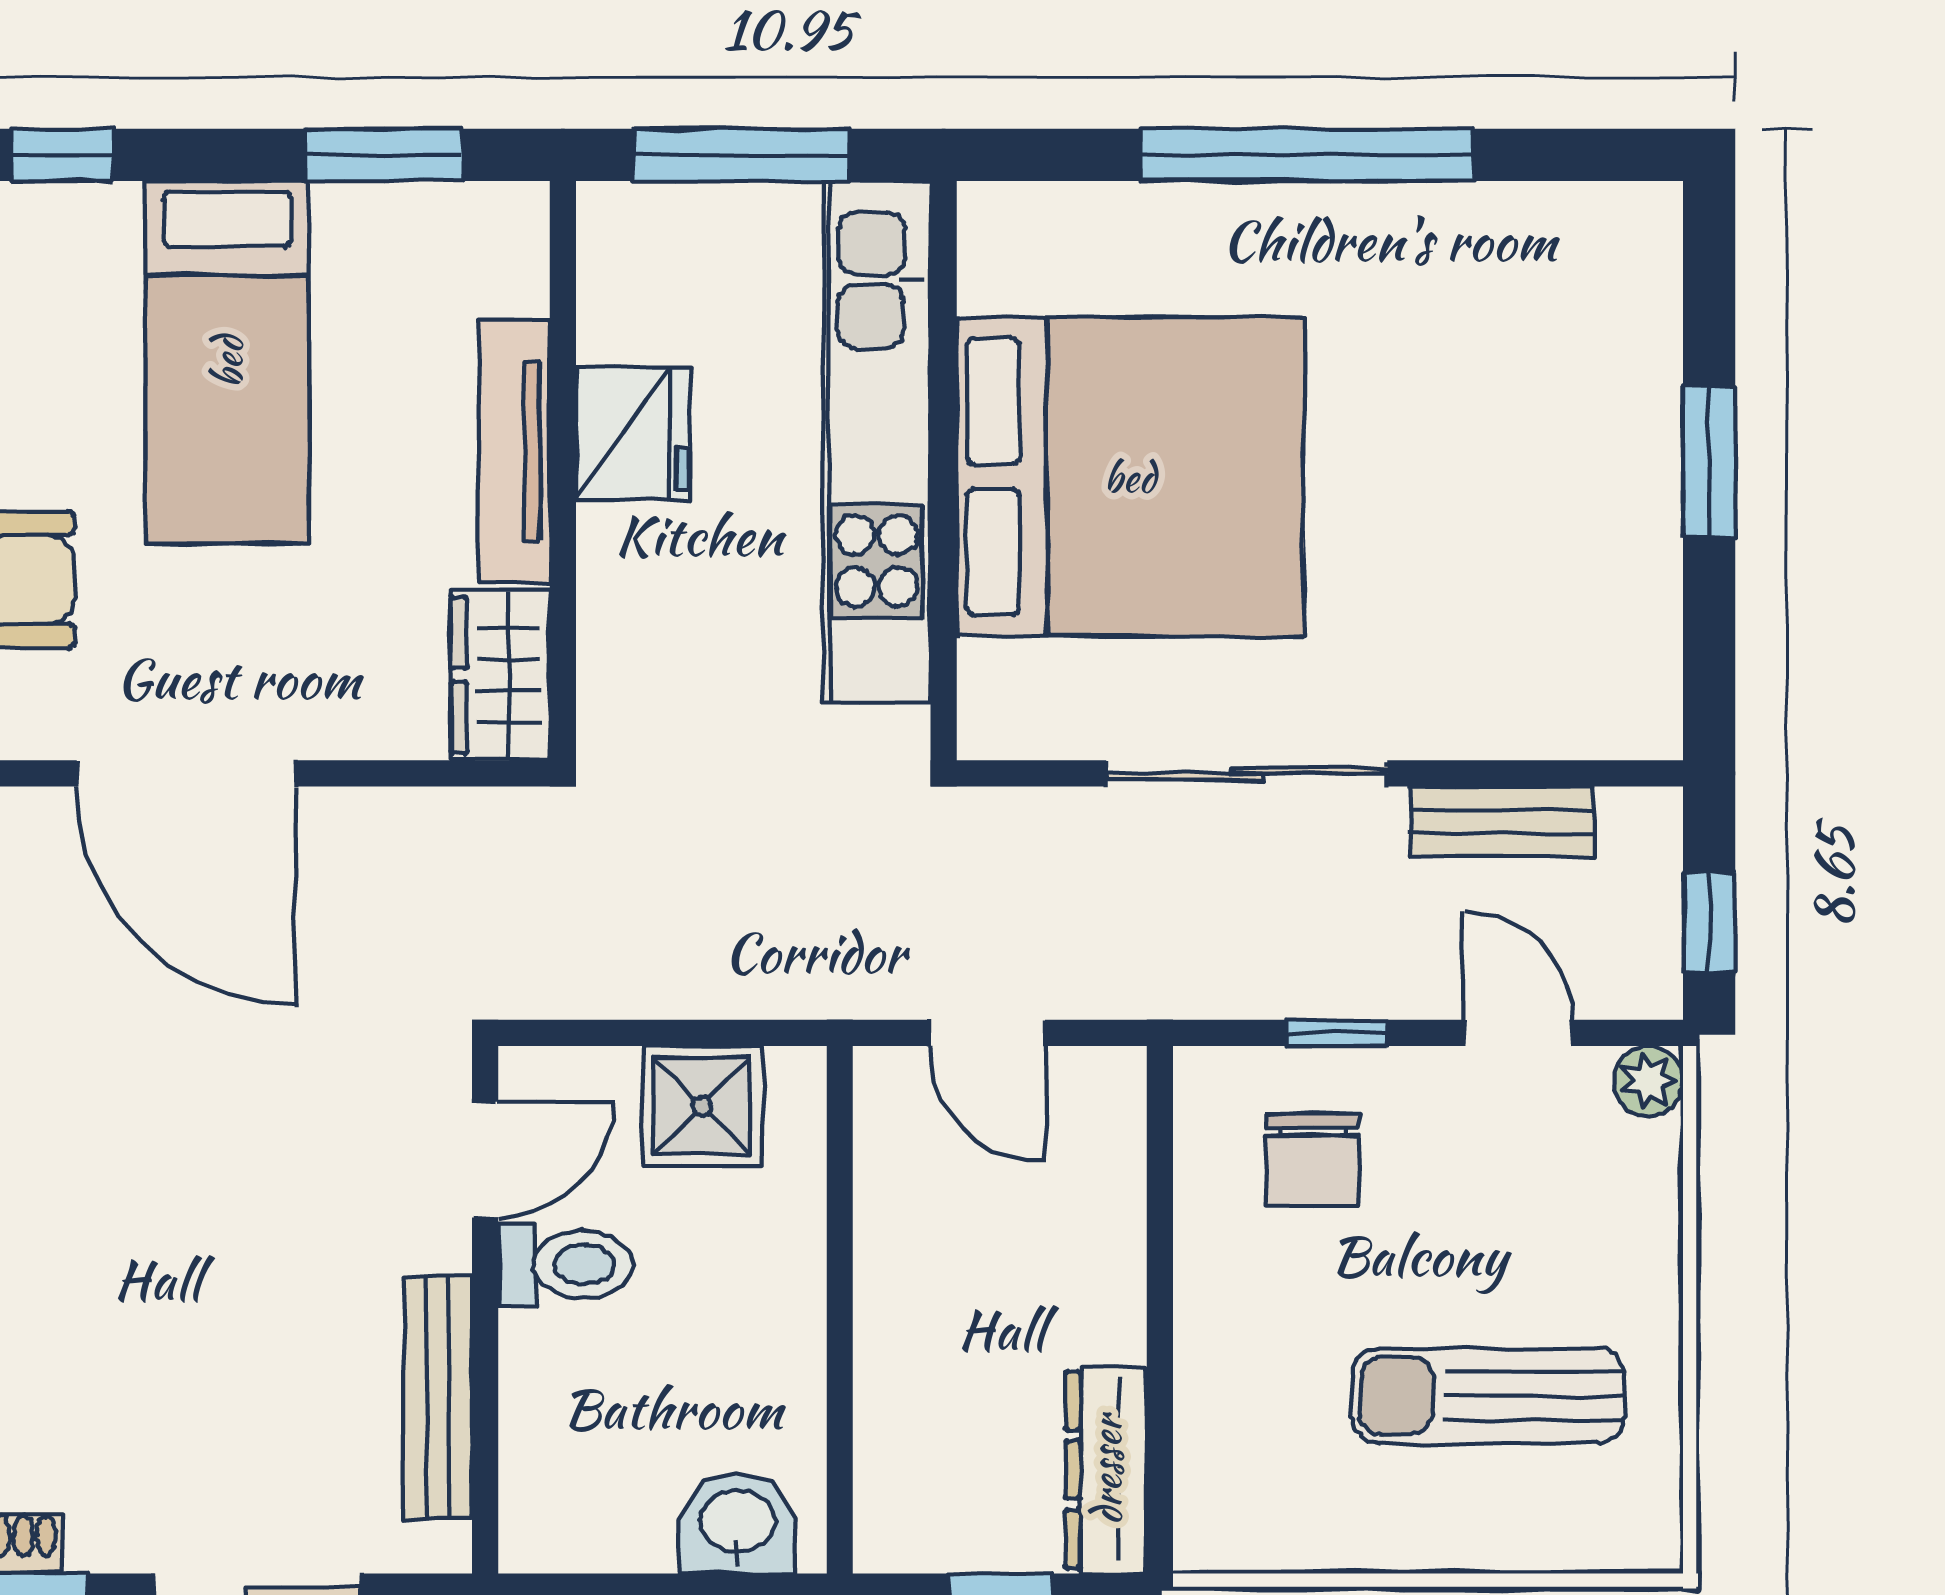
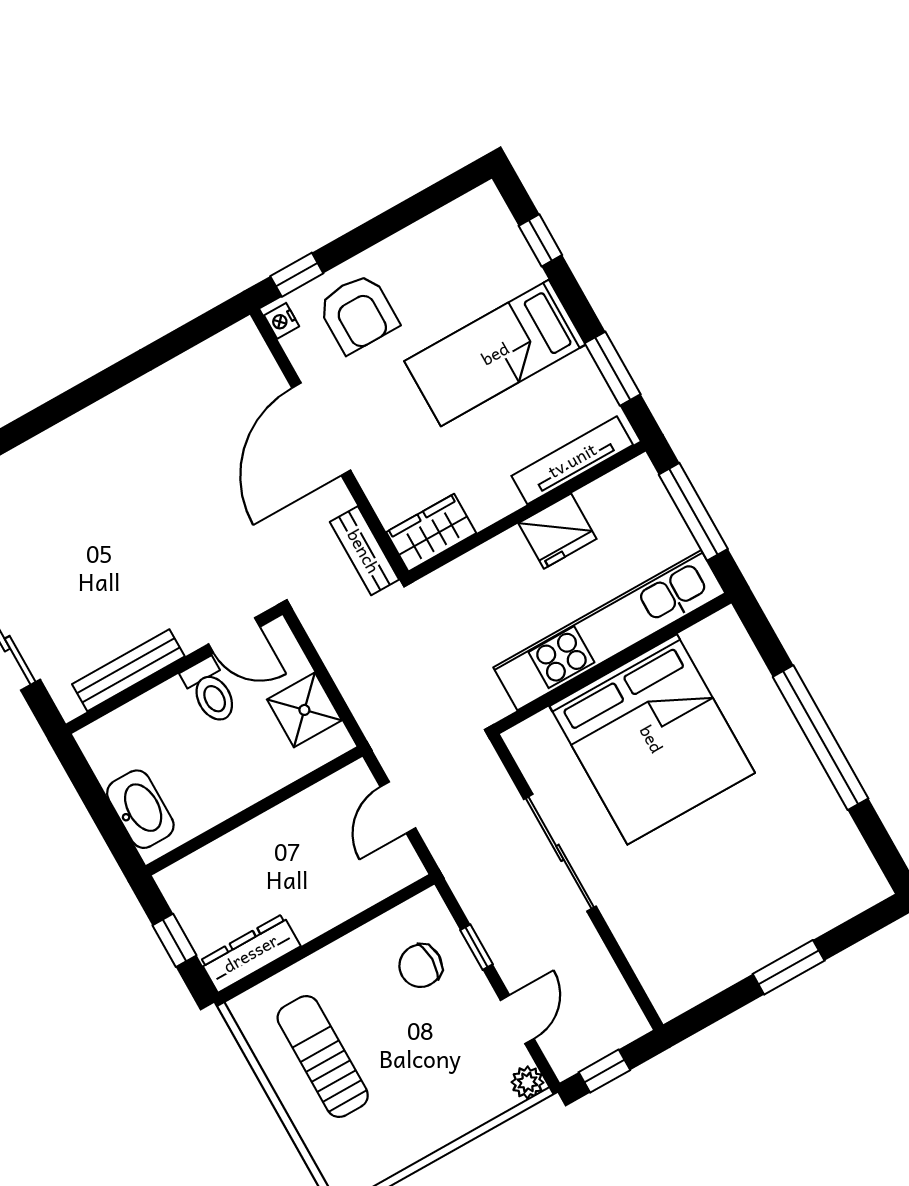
tv unit: (514, 451) -> (572, 460), moved
bench: (1502, 821) -> (364, 551), moved
sun lounger: (1488, 1396) -> (323, 1057), moved
washbasin: (737, 1524) -> (140, 809), width x1.38

